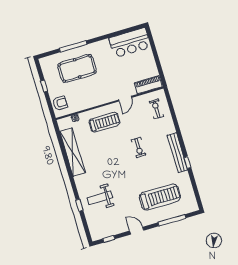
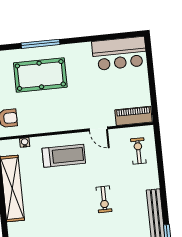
door: (125, 99) -> (98, 129), hinge flipped

